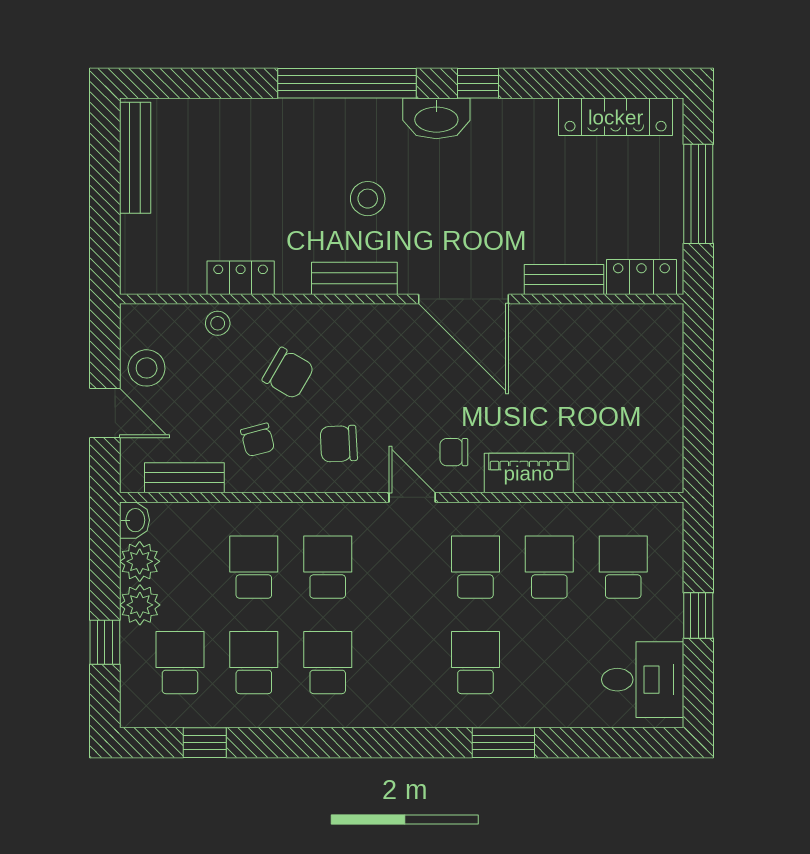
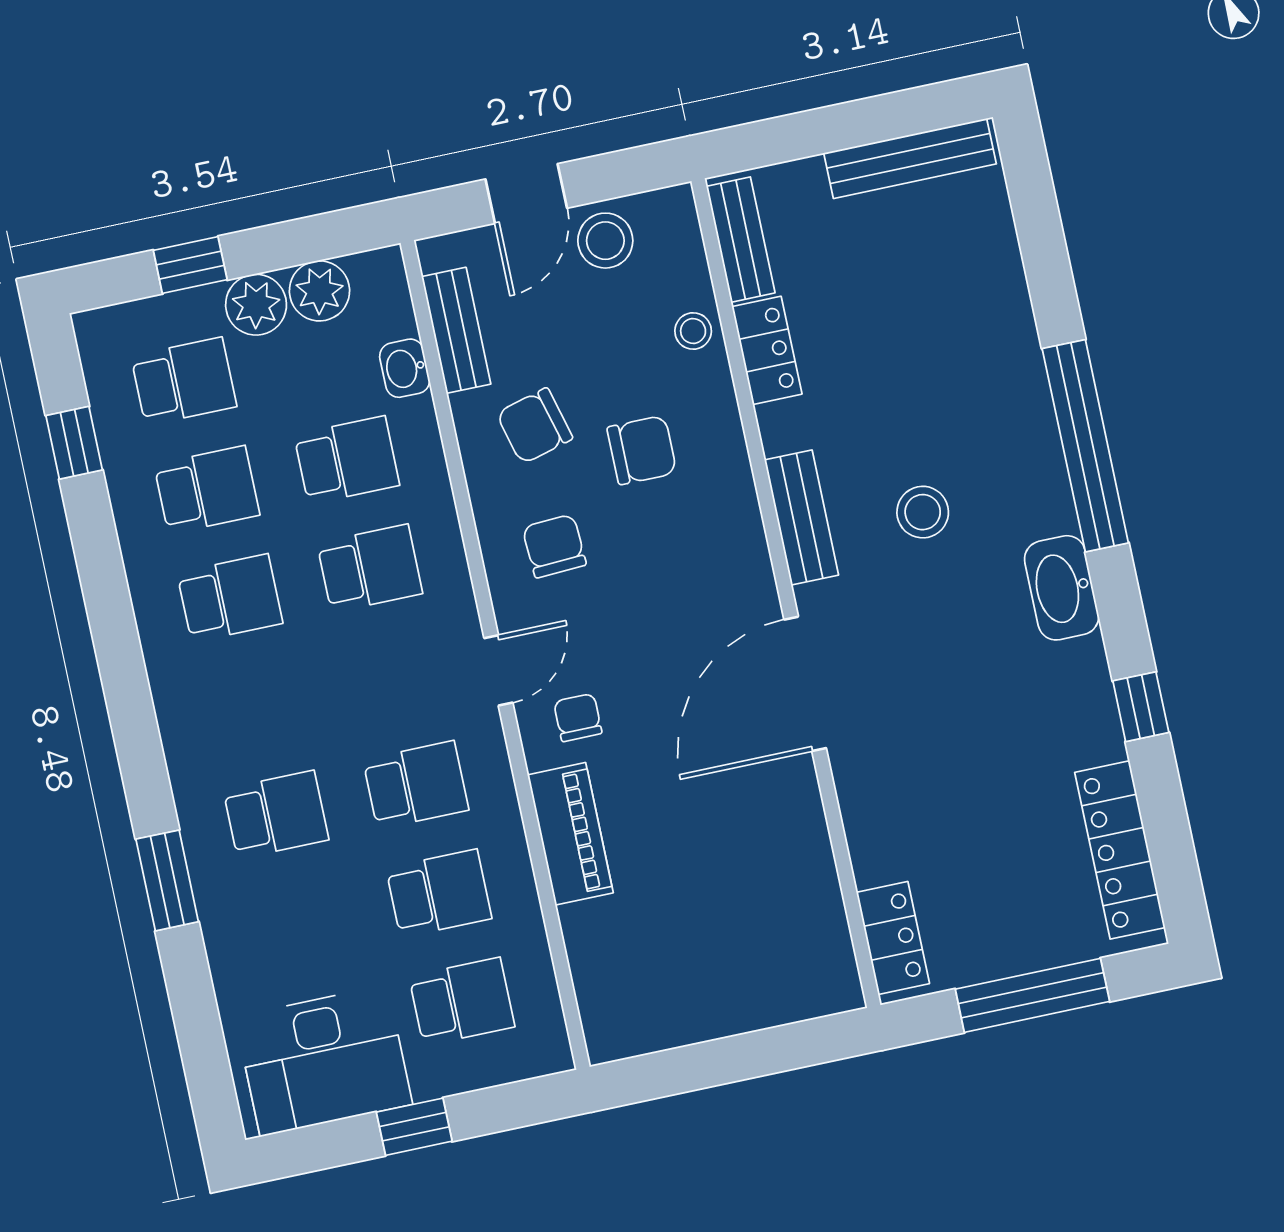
window: (478, 83) -> (1141, 707), moved
bench: (564, 280) -> (741, 240), moved
chair: (288, 373) -> (642, 450), turned -120
chair: (258, 440) -> (535, 426), width x1.37, depth x1.37
washbasin: (134, 520) -> (405, 368), moved, turned 90
desk: (643, 680) -> (324, 1061), width x1.37

